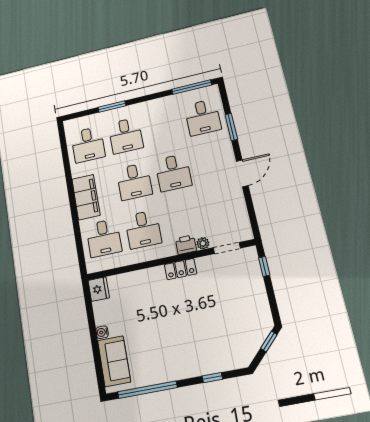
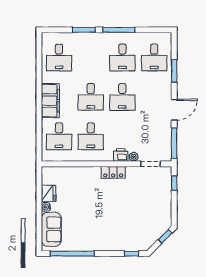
window: (192, 87) -> (119, 30), moved
desk: (126, 136) -> (122, 57), moved
window: (252, 215) -> (174, 143), added
fridge: (99, 289) -> (49, 193), moved
window: (212, 378) -> (132, 254), moved

